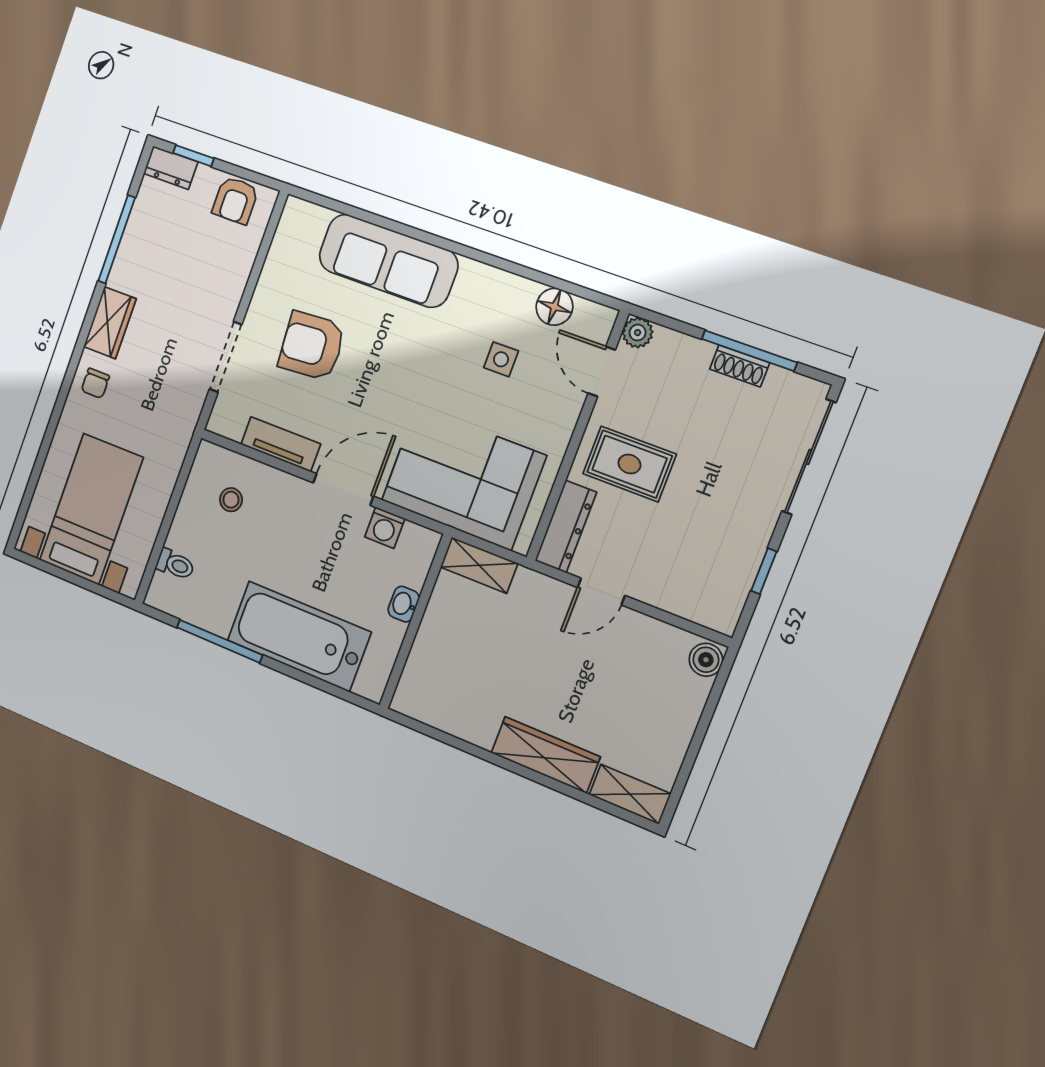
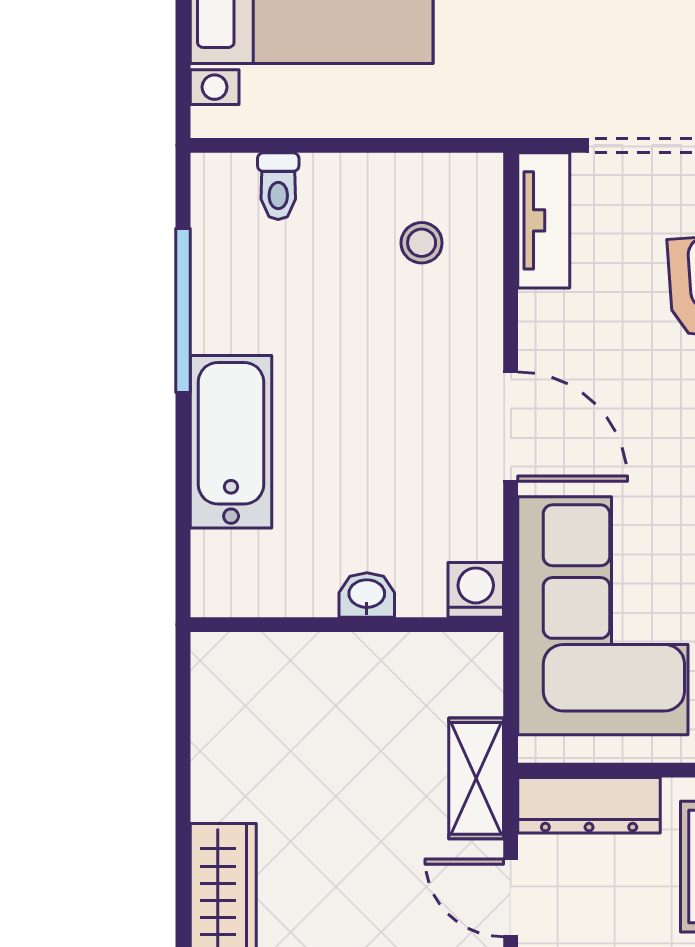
tv unit: (281, 444) -> (544, 220), moved
washing machine: (385, 528) -> (476, 590), moved, turned 90
shelving: (479, 565) -> (476, 778), moved
bathtub: (299, 636) -> (231, 442), width x0.73, depth x0.73

